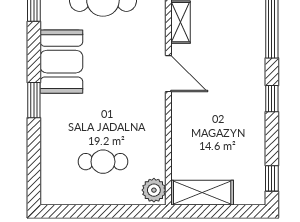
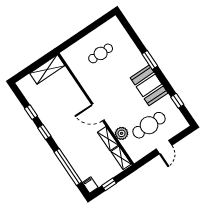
window: (272, 178) -> (31, 112), moved
plant: (154, 190) -> (122, 133), moved

